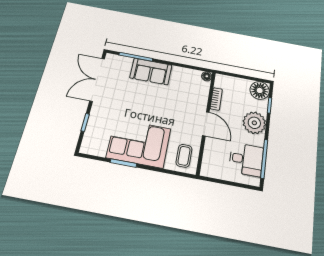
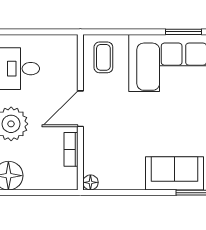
door: (206, 124) -> (80, 109), hinge flipped

